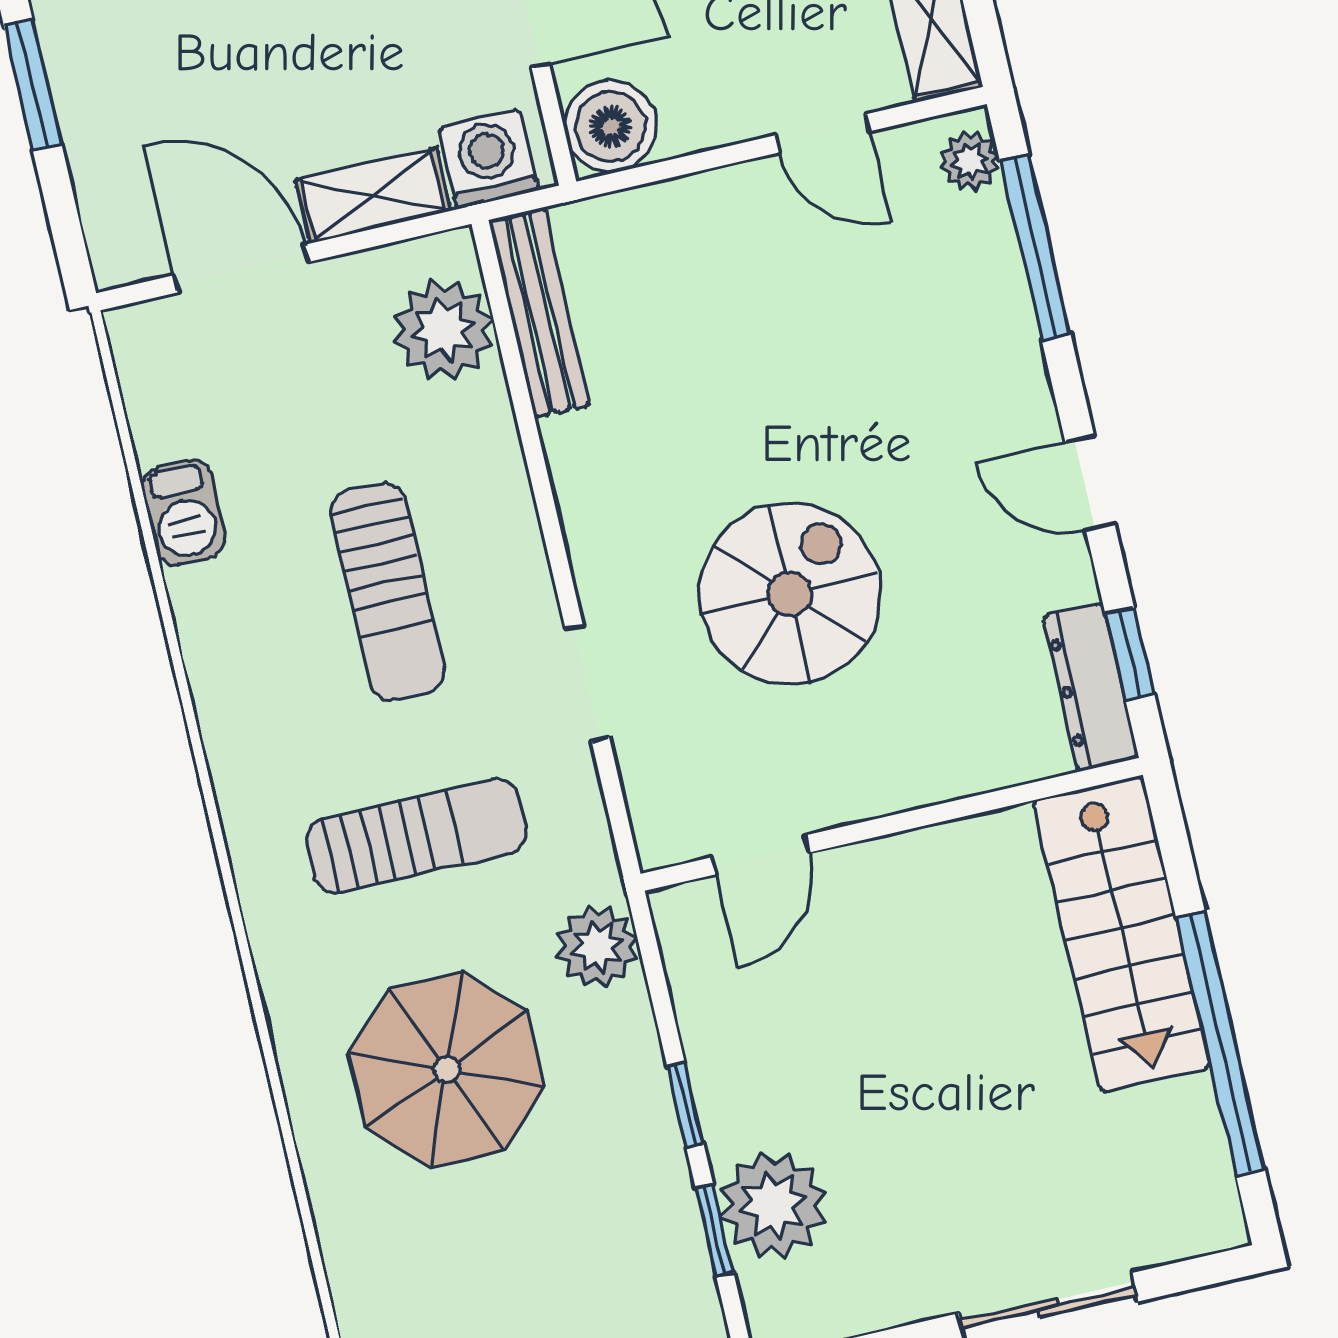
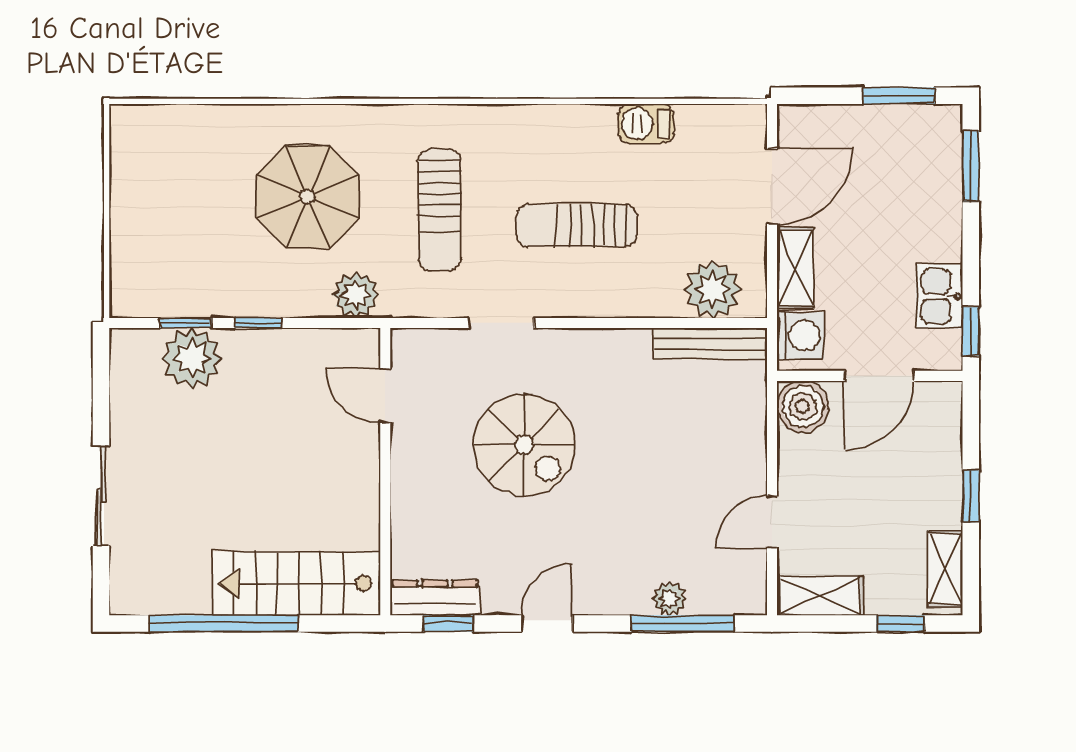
plant: (970, 161) -> (670, 599), moved

